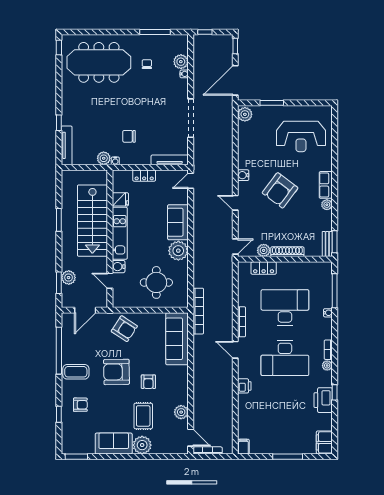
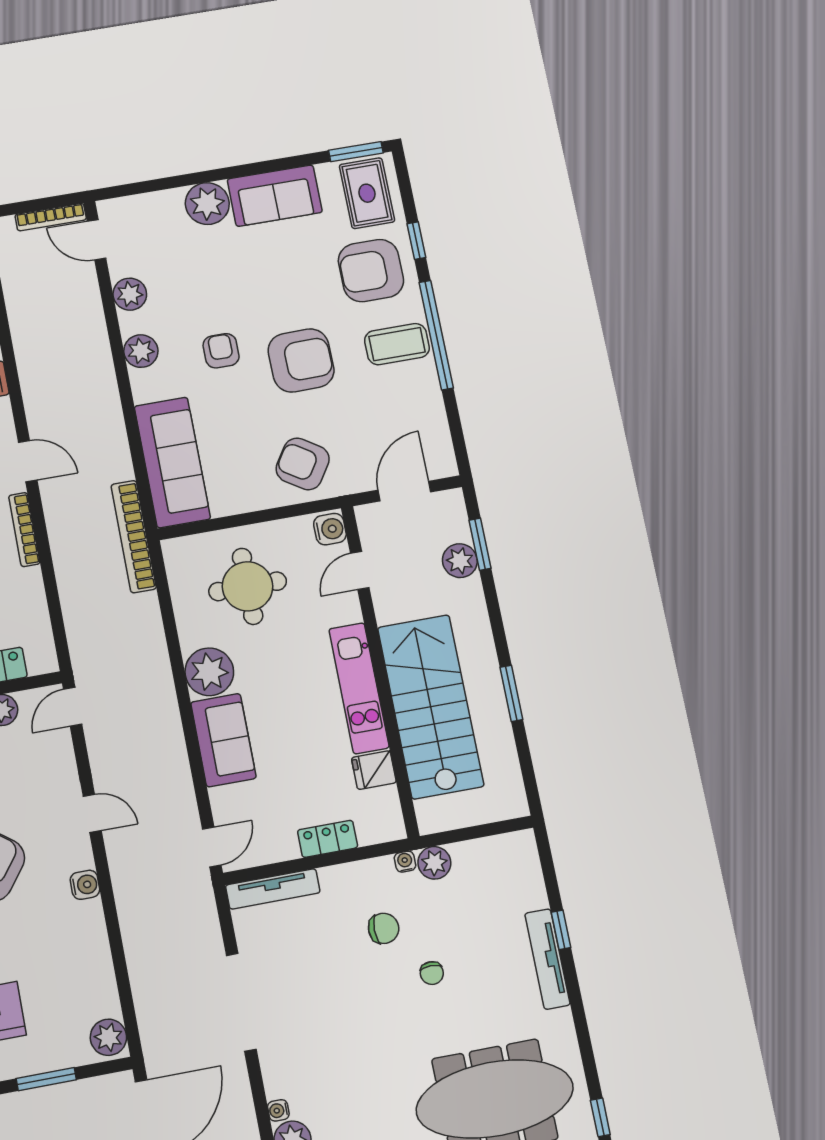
chair: (147, 64) -> (432, 973), moved
tv unit: (67, 145) -> (547, 959), moved
water cooler: (119, 267) -> (330, 529), moved
door: (110, 281) -> (360, 571), swing flipped
window: (59, 351) -> (436, 335), moved
plant: (181, 387) -> (141, 351), added
armchair: (80, 405) -> (371, 271), width x1.88, depth x1.88
rug: (143, 416) -> (367, 193), moved

